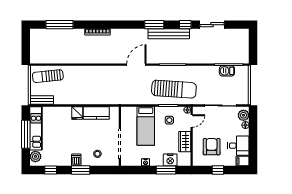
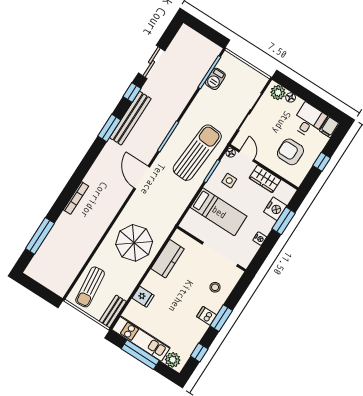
parasol: (93, 86) -> (134, 243), added
fridge: (77, 113) -> (143, 297), moved

